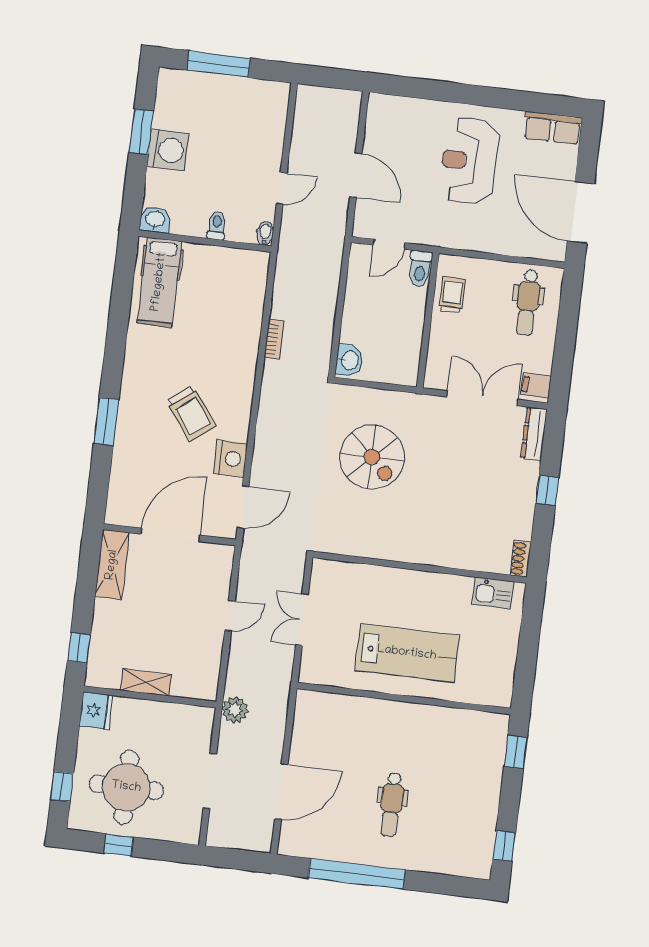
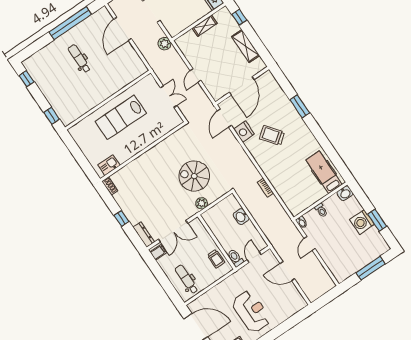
washbasin: (349, 360) -> (241, 217), moved
plant: (398, 403) -> (202, 203), added
shelving: (112, 565) -> (246, 46), moved

